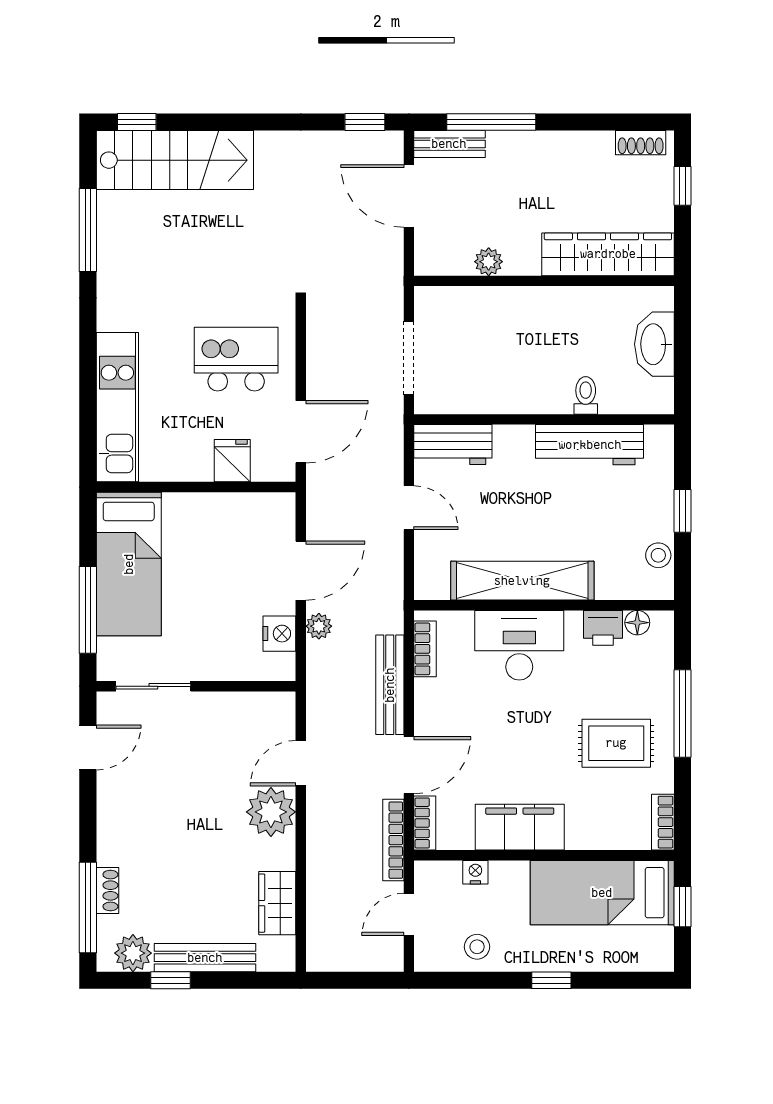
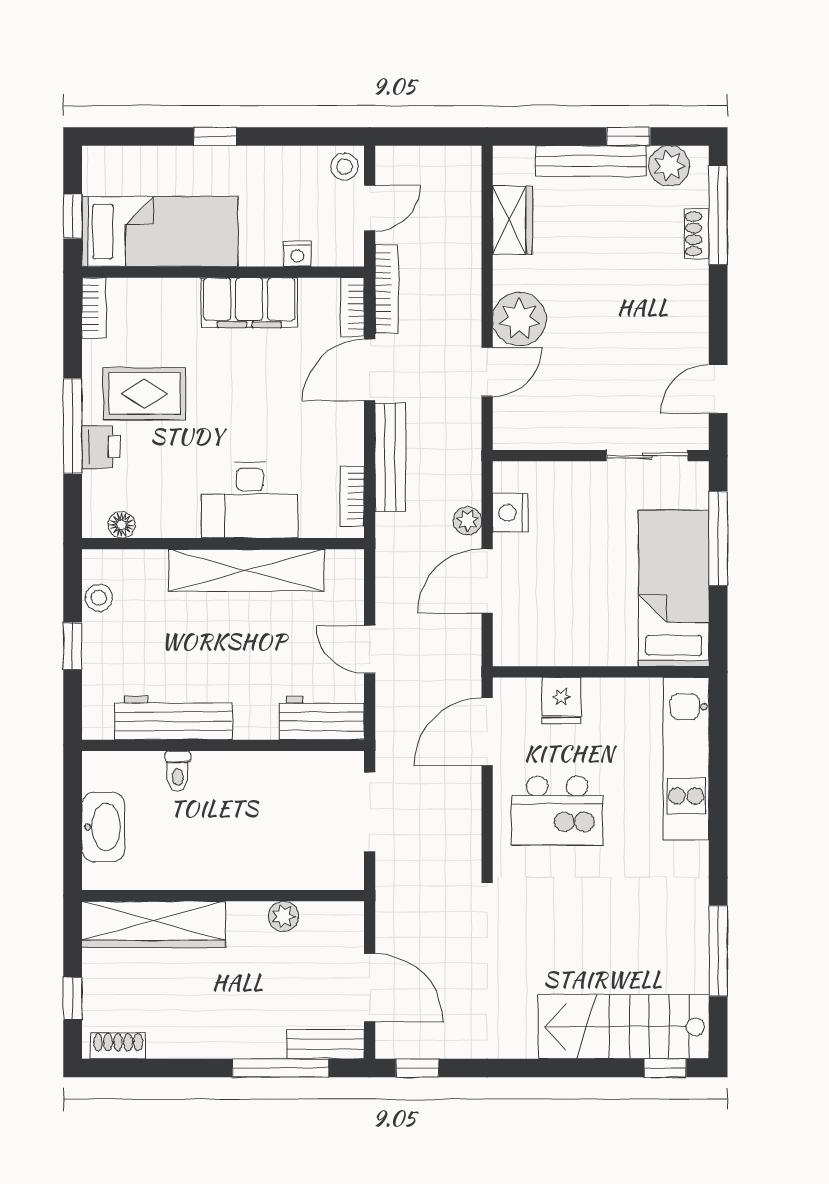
printer: (603, 628) -> (101, 447), moved, turned 90
stool: (477, 947) -> (344, 167), moved

